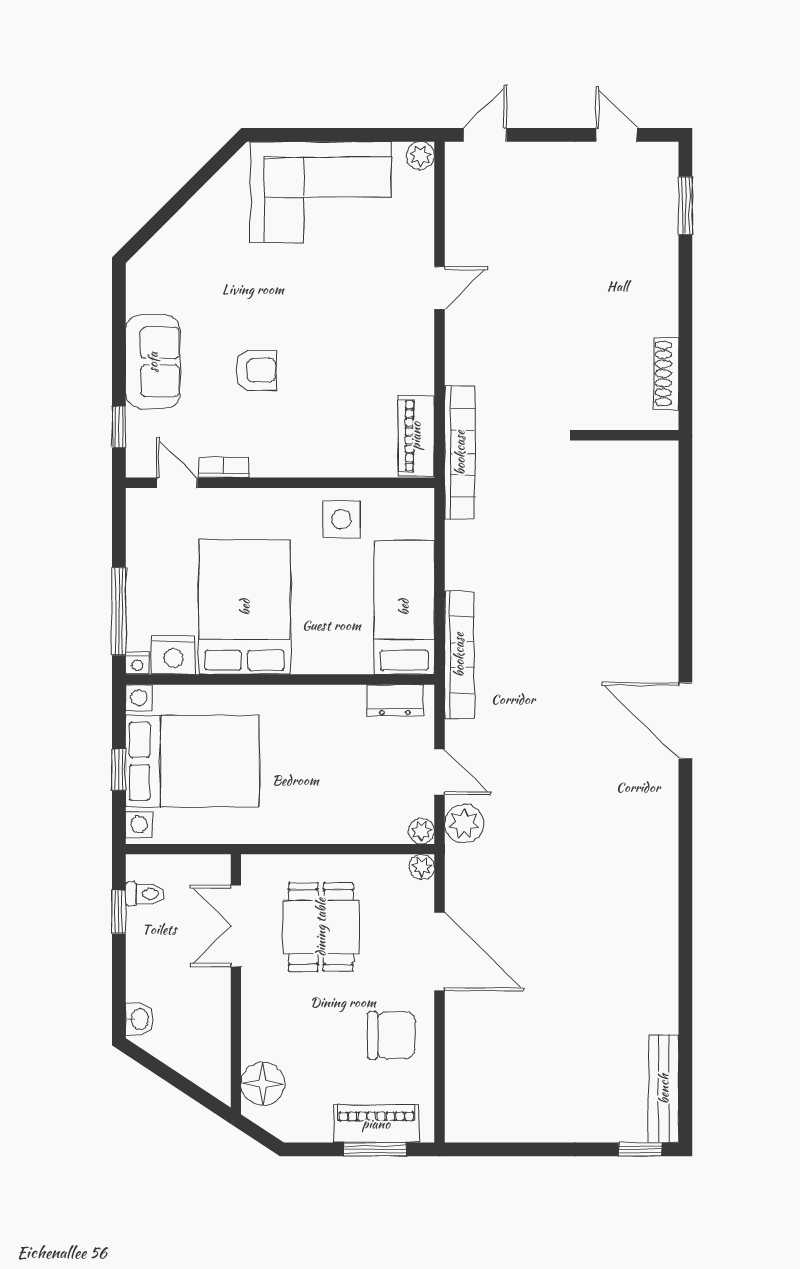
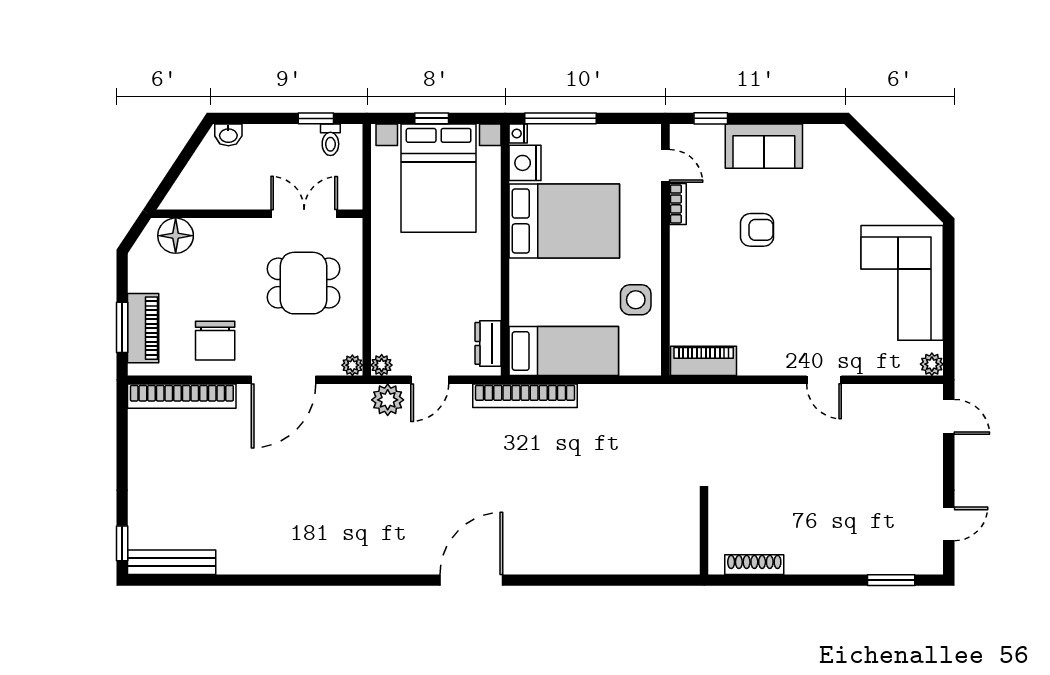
armchair: (256, 370) -> (757, 230), turned -90
bookcase: (460, 453) -> (182, 396), moved
door: (177, 483) -> (665, 166), hinge flipped

